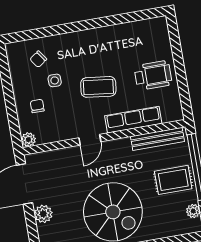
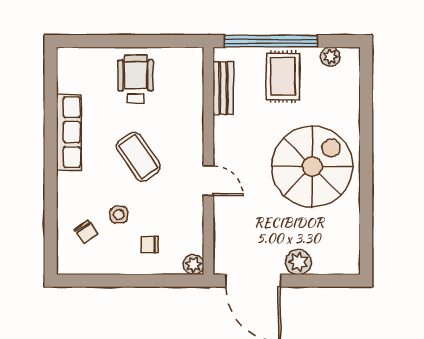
coffee table: (98, 87) -> (138, 157), turned -41
row of seats: (133, 120) -> (69, 132), moved, turned 180
bench: (157, 139) -> (223, 88), width x0.73

